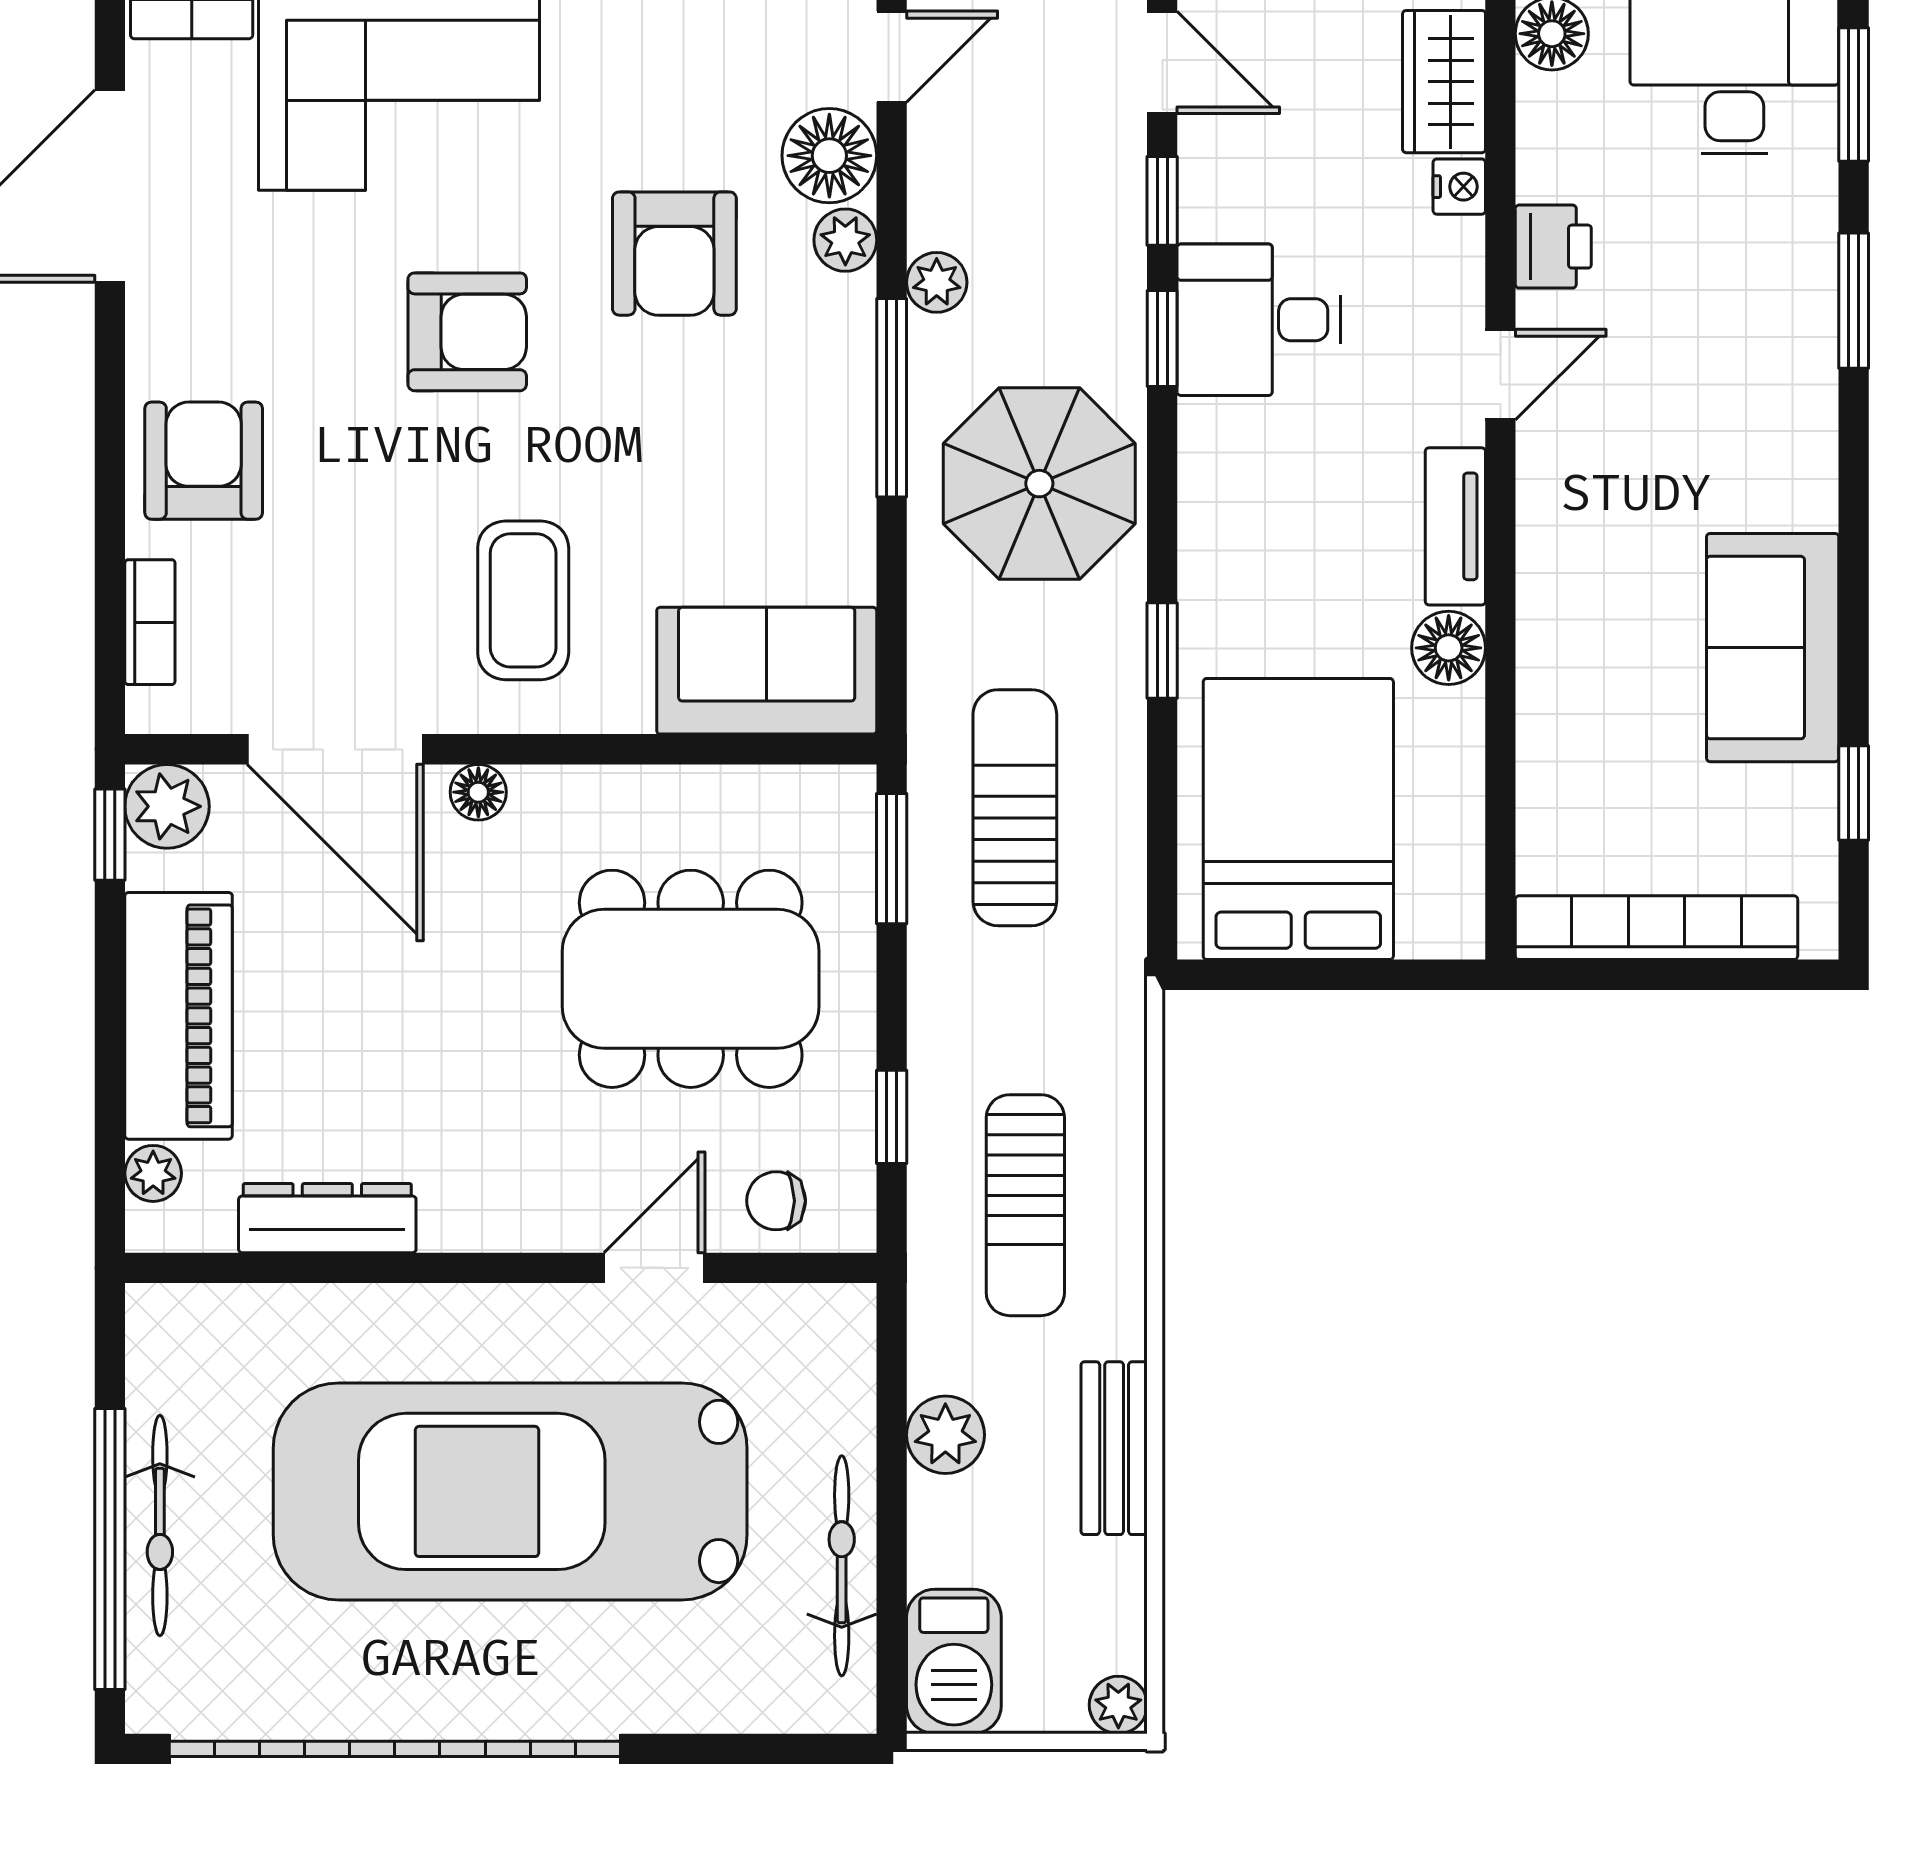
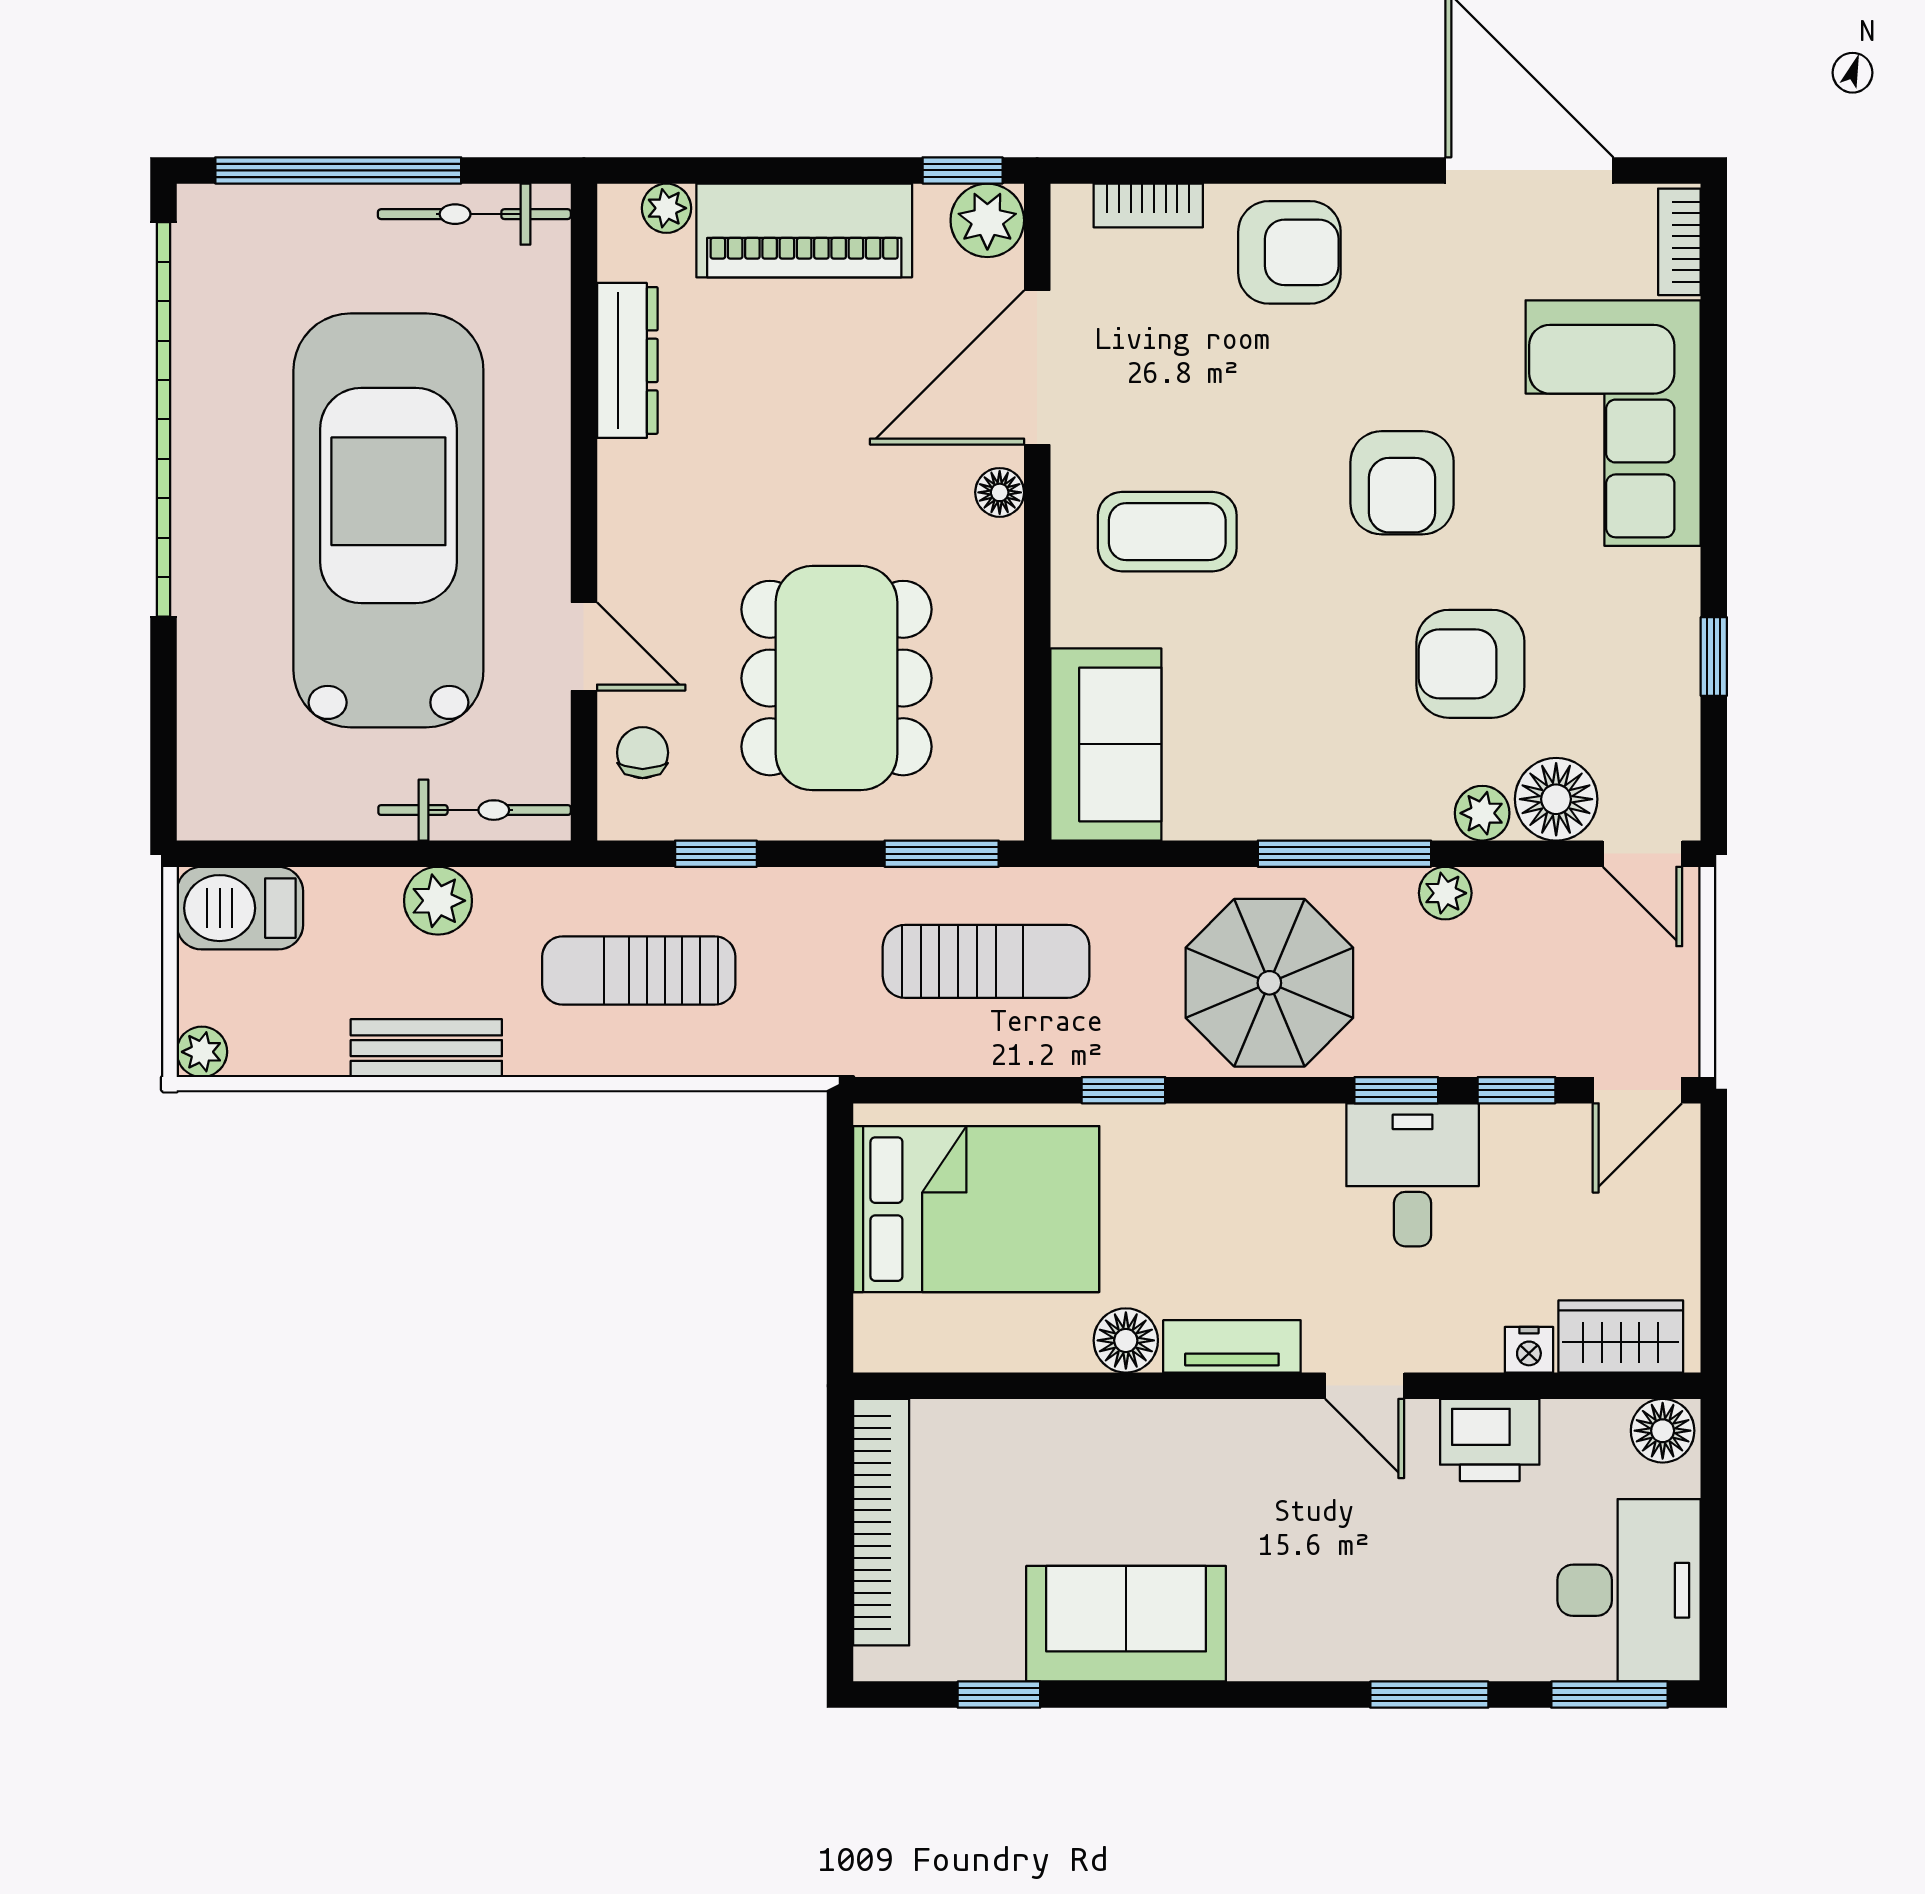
printer: (1553, 247) -> (1490, 1440), width x1.36, depth x1.24
bicycle: (160, 1525) -> (474, 214), moved
bicycle: (842, 1566) -> (475, 810), moved

